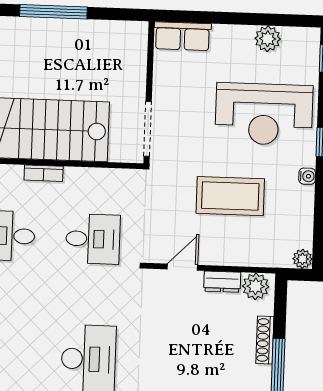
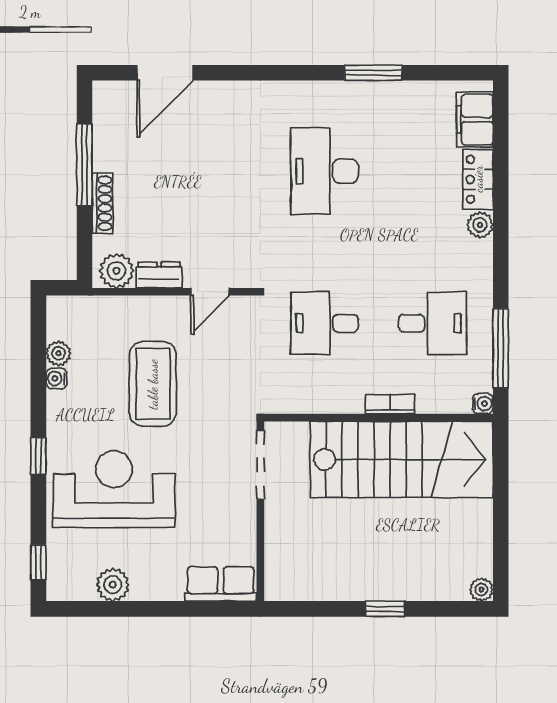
window: (53, 12) -> (385, 609), width x0.46
water cooler: (307, 176) -> (56, 378), moved
coffee table: (230, 196) -> (153, 384), turned 90
plant: (303, 259) -> (58, 353), moved

